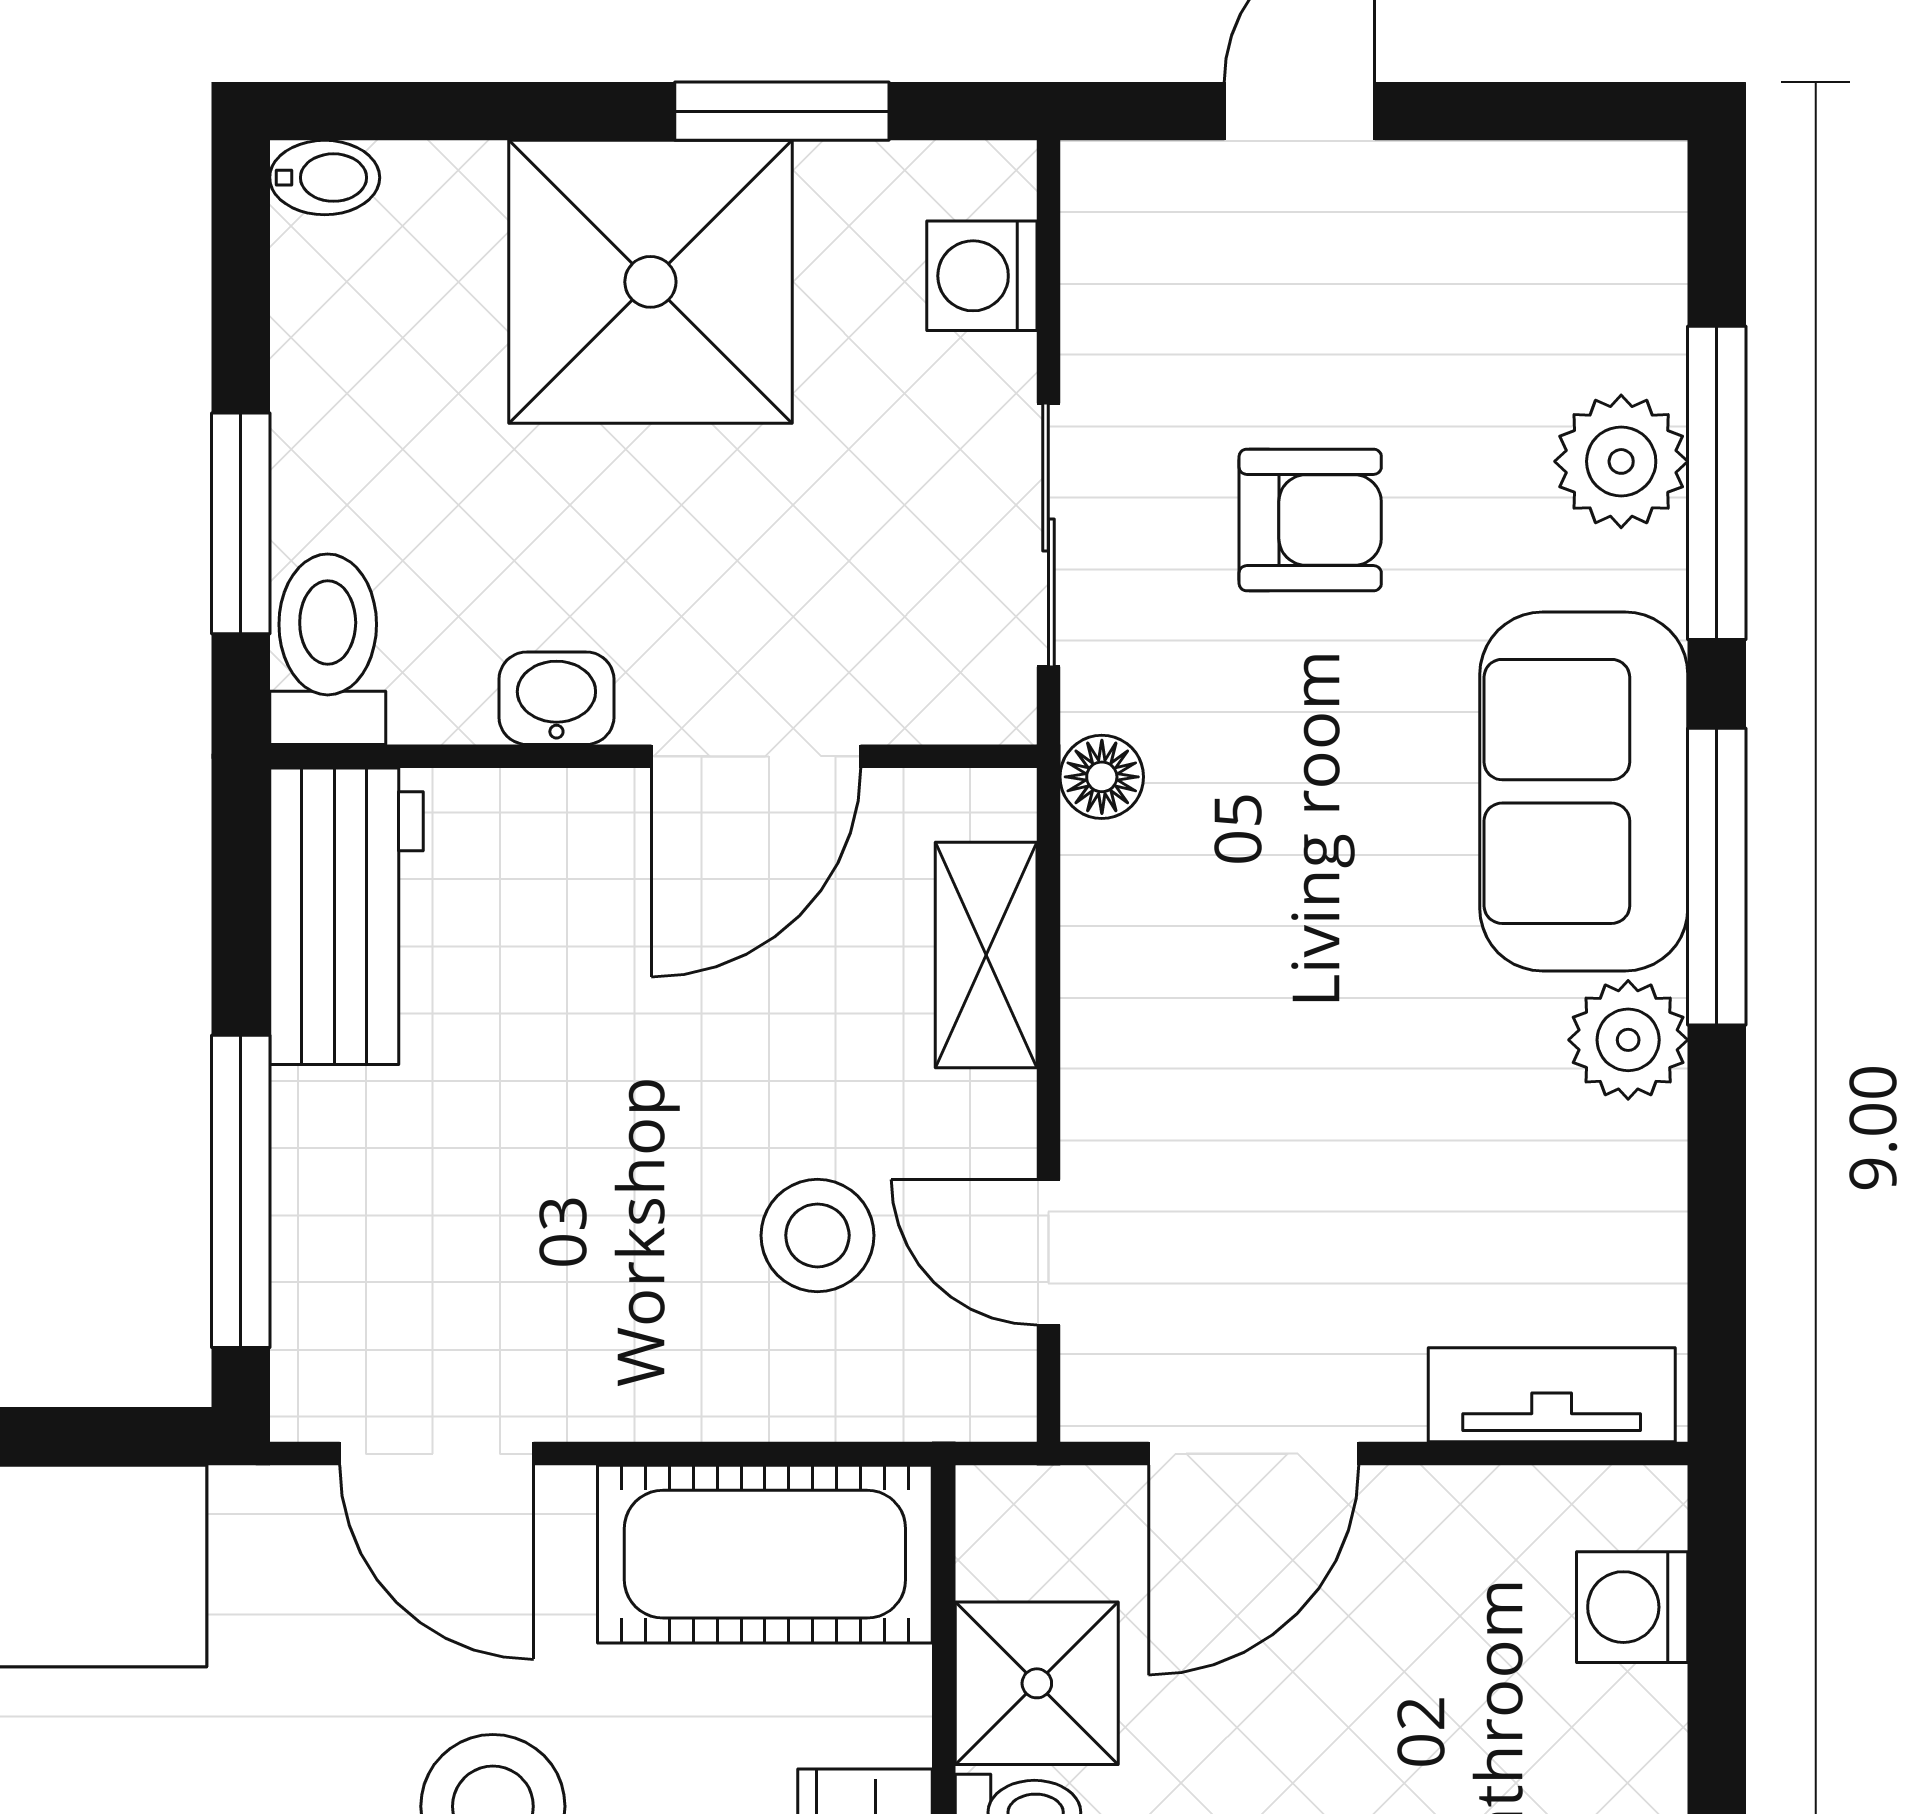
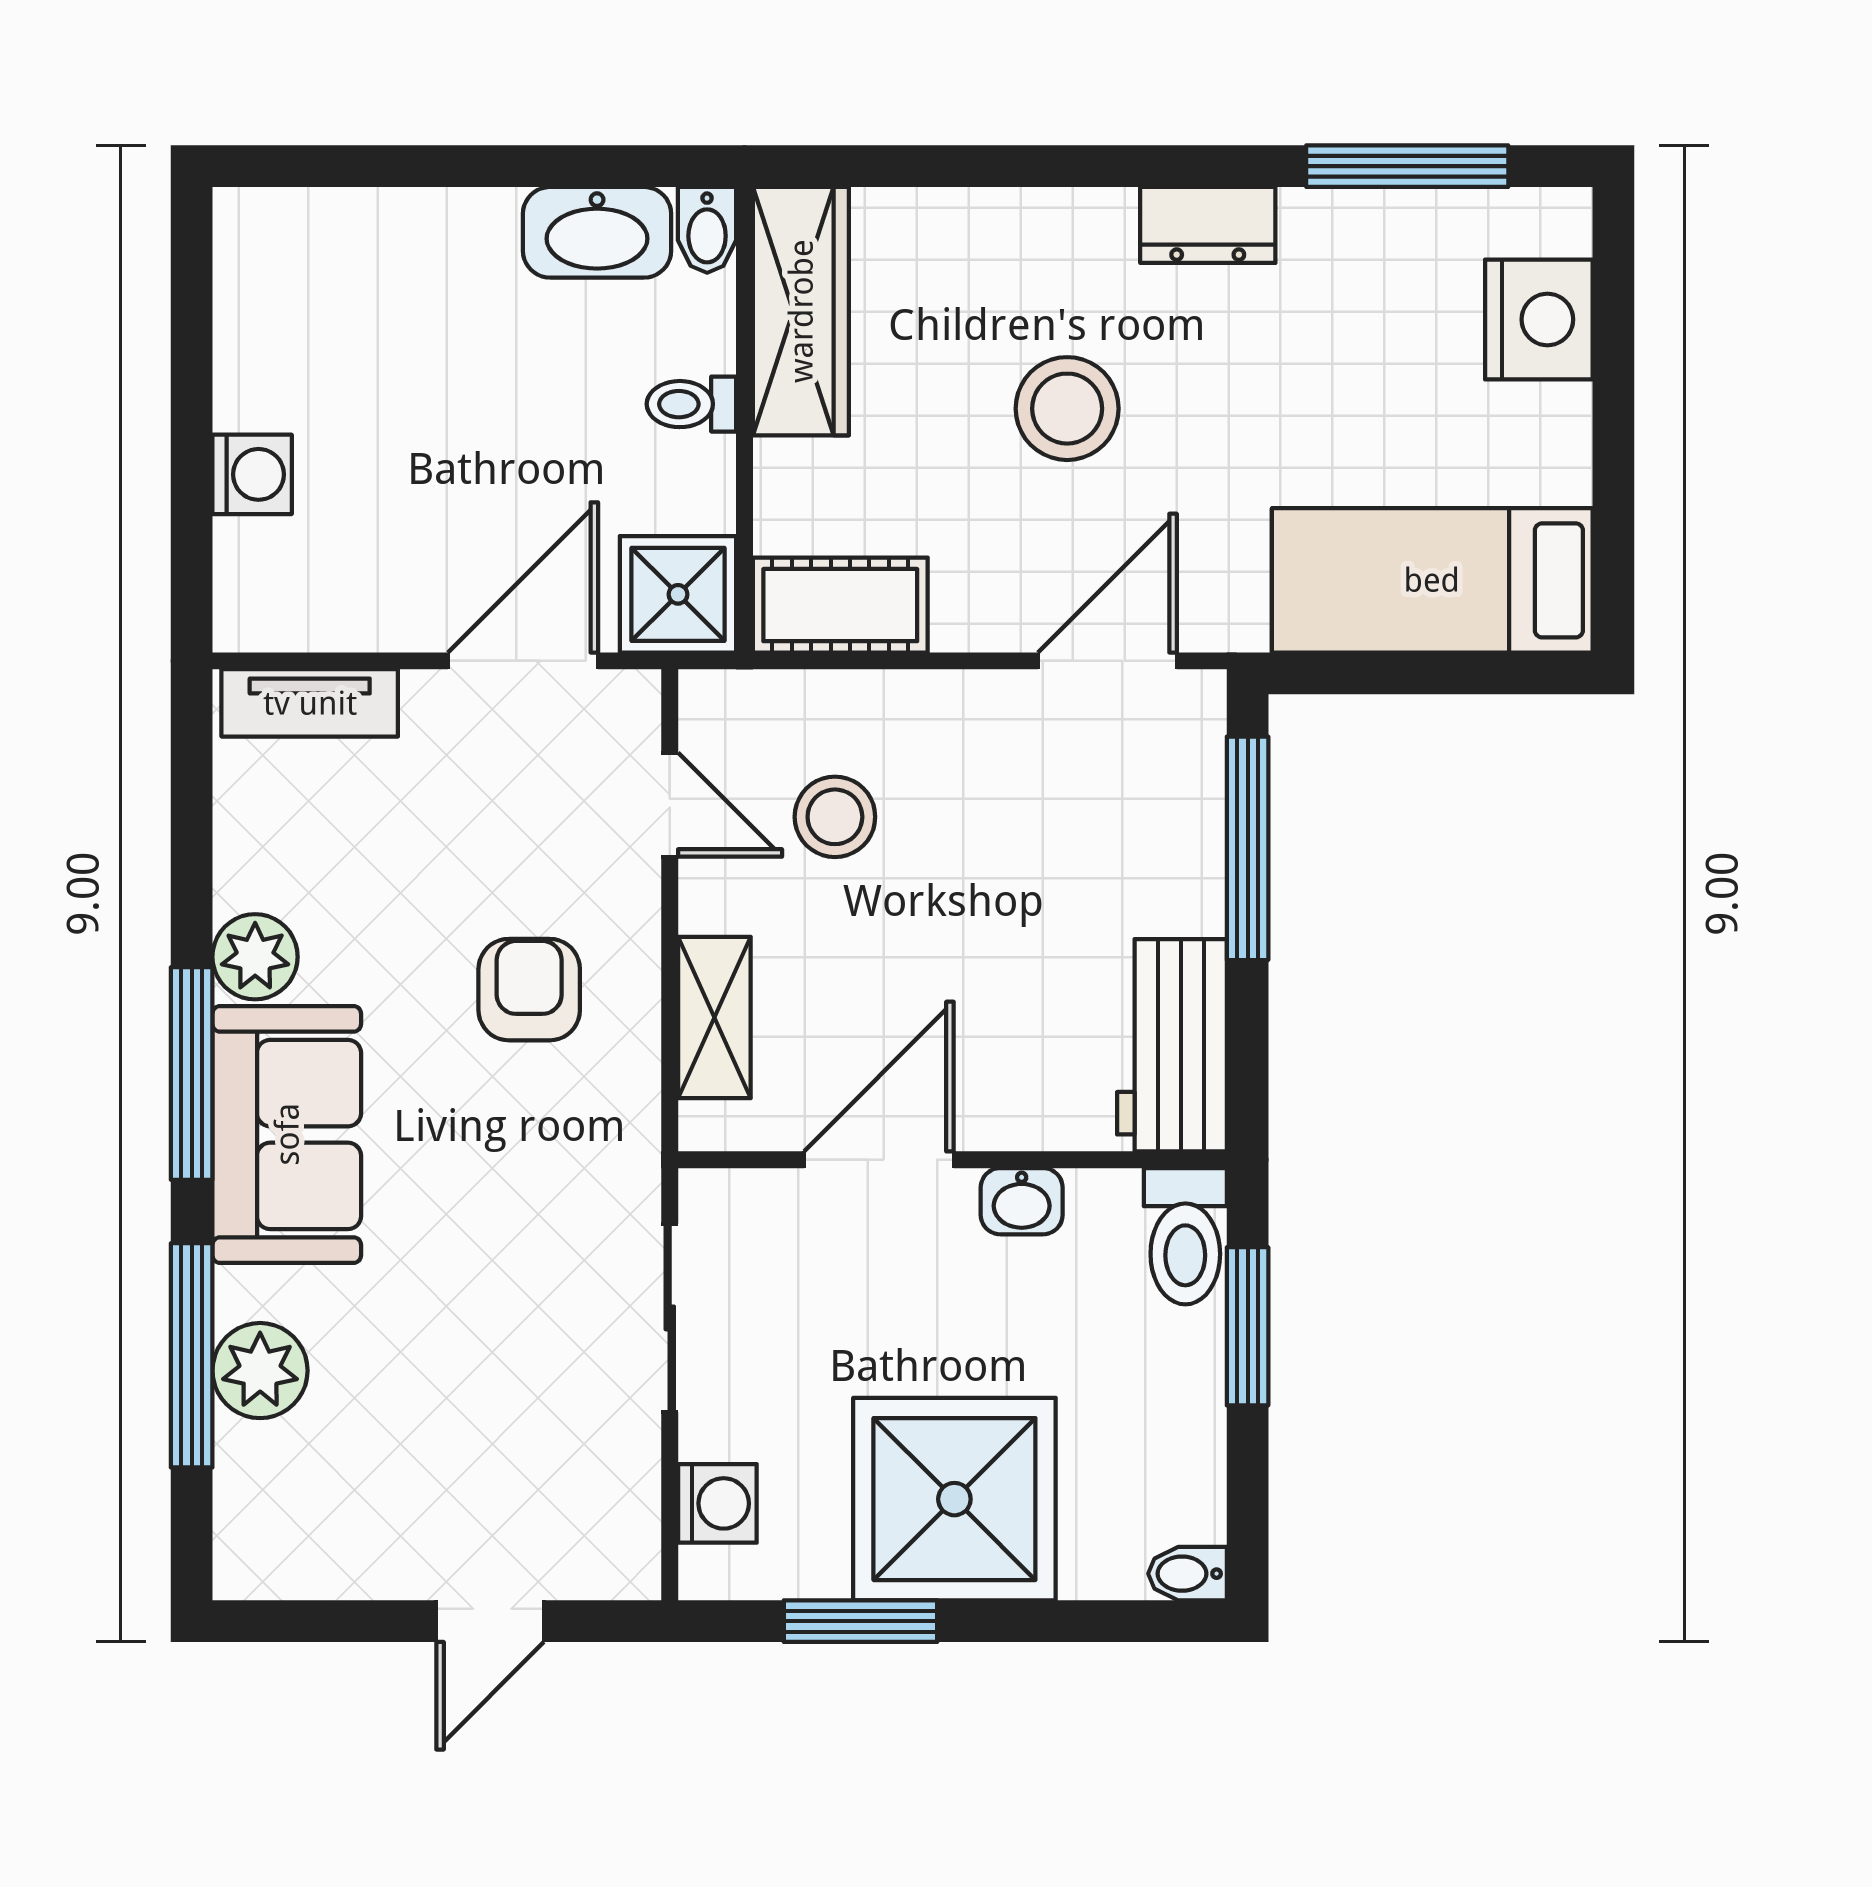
armchair: (1310, 520) -> (529, 990), moved, turned 90
floor lamp: (1102, 777) -> (632, 1145), removed
door: (437, 1454) -> (1107, 661), hinge flipped
cot: (765, 1554) -> (840, 605), width x0.73, depth x0.75
washing machine: (1632, 1607) -> (252, 474), moved
shower: (1037, 1683) -> (678, 594), moved

